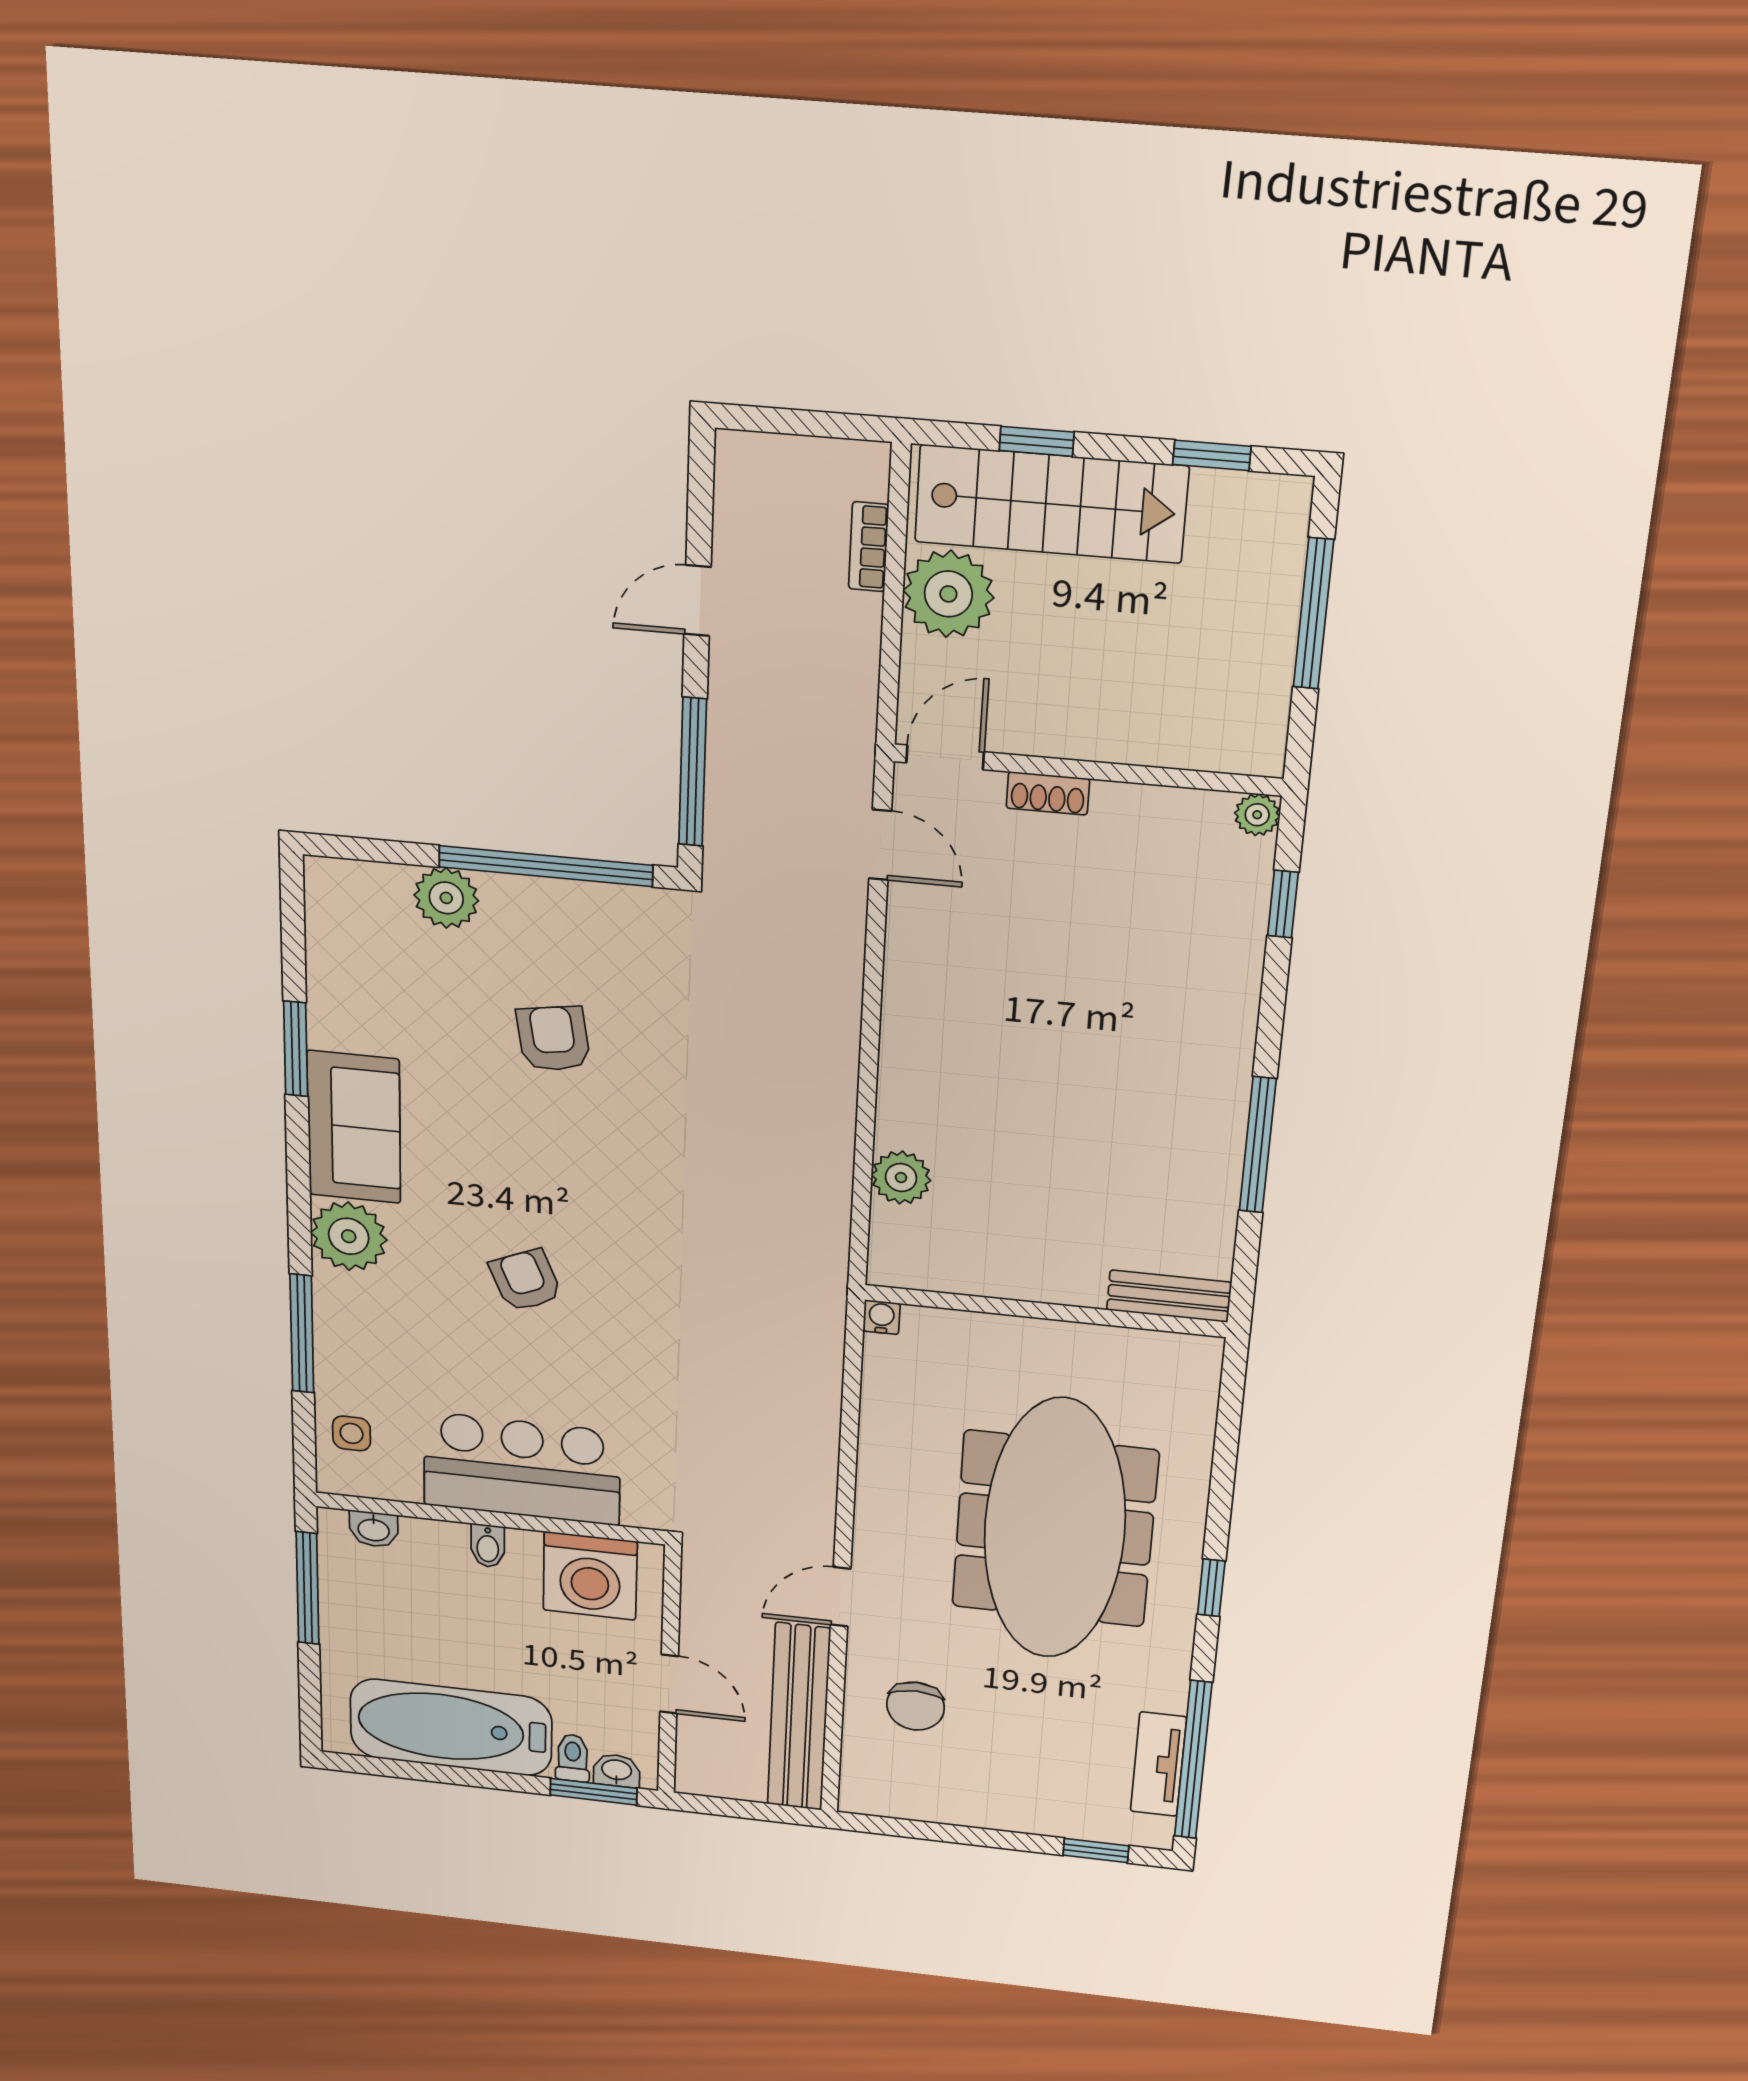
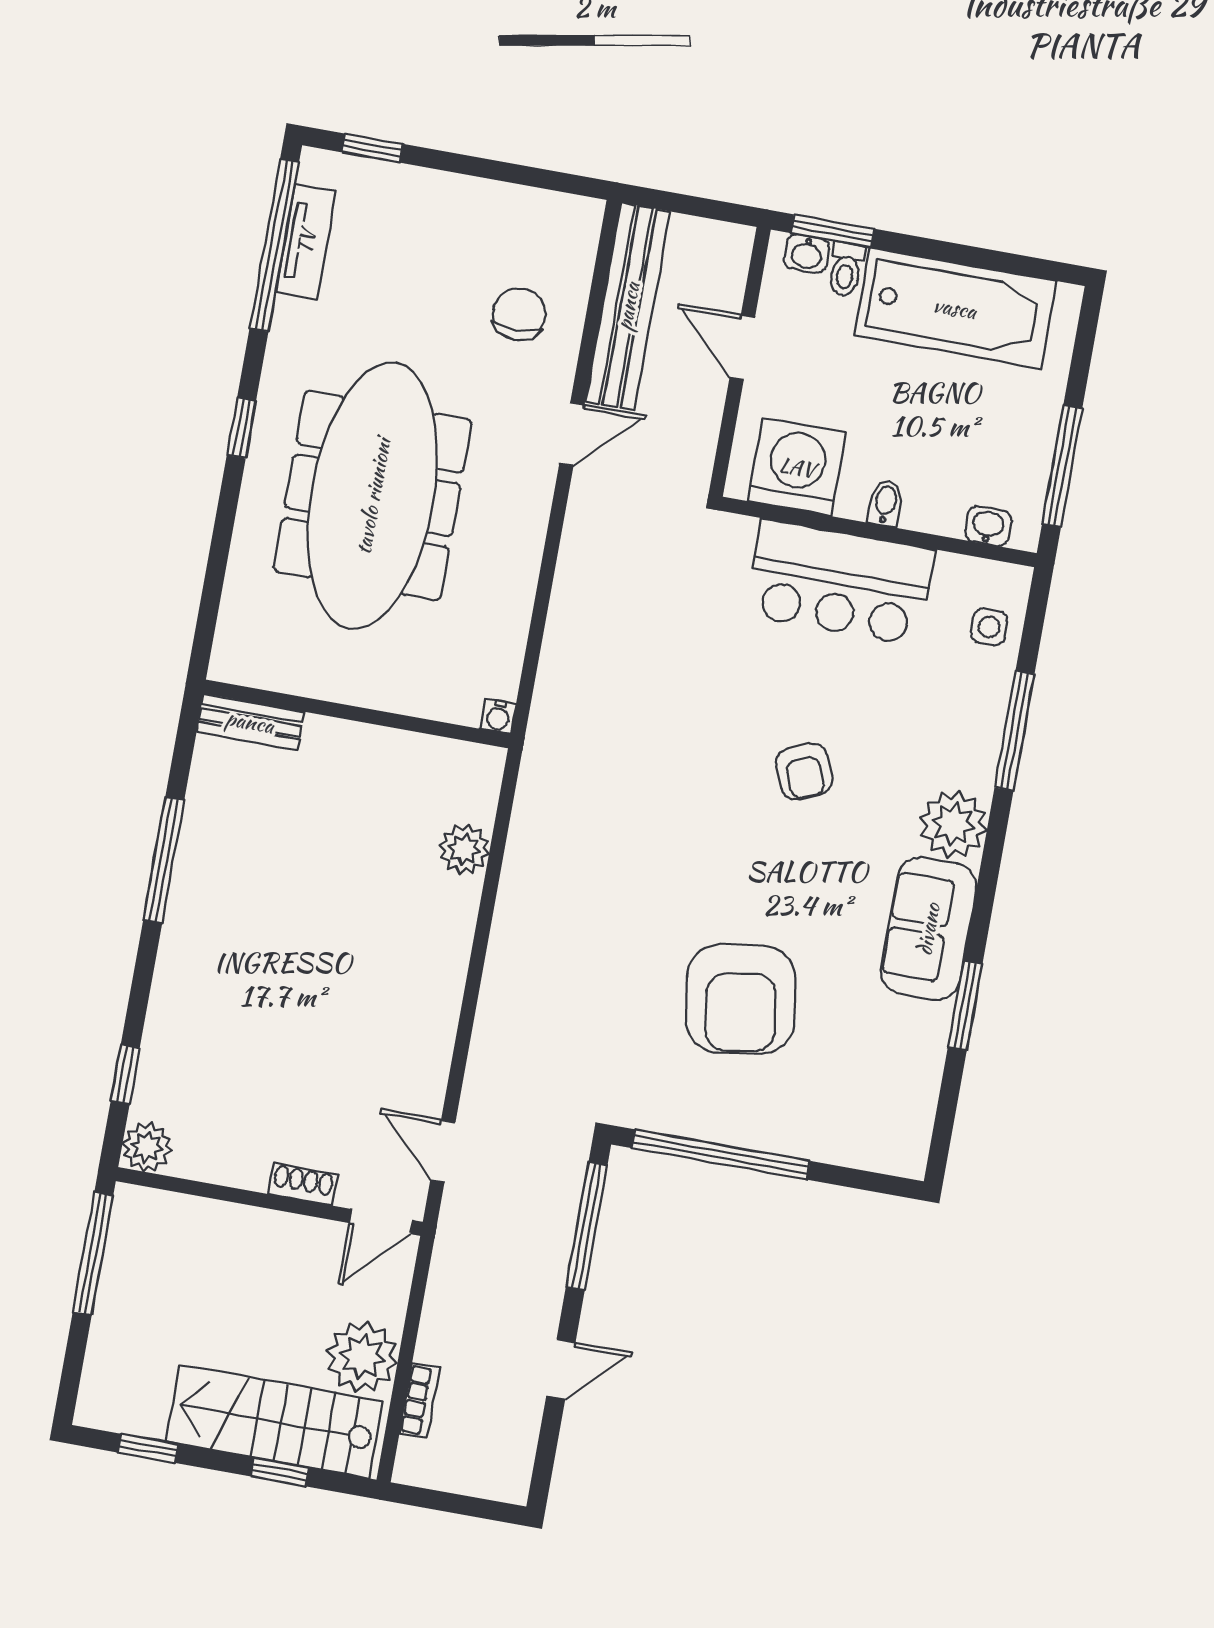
window: (1313, 614) -> (93, 1254), moved
plant: (1257, 815) -> (147, 1147), width x1.38, depth x1.38
plant: (446, 898) -> (809, 1133), removed
armchair: (553, 1039) -> (741, 999), width x1.88, depth x1.88

